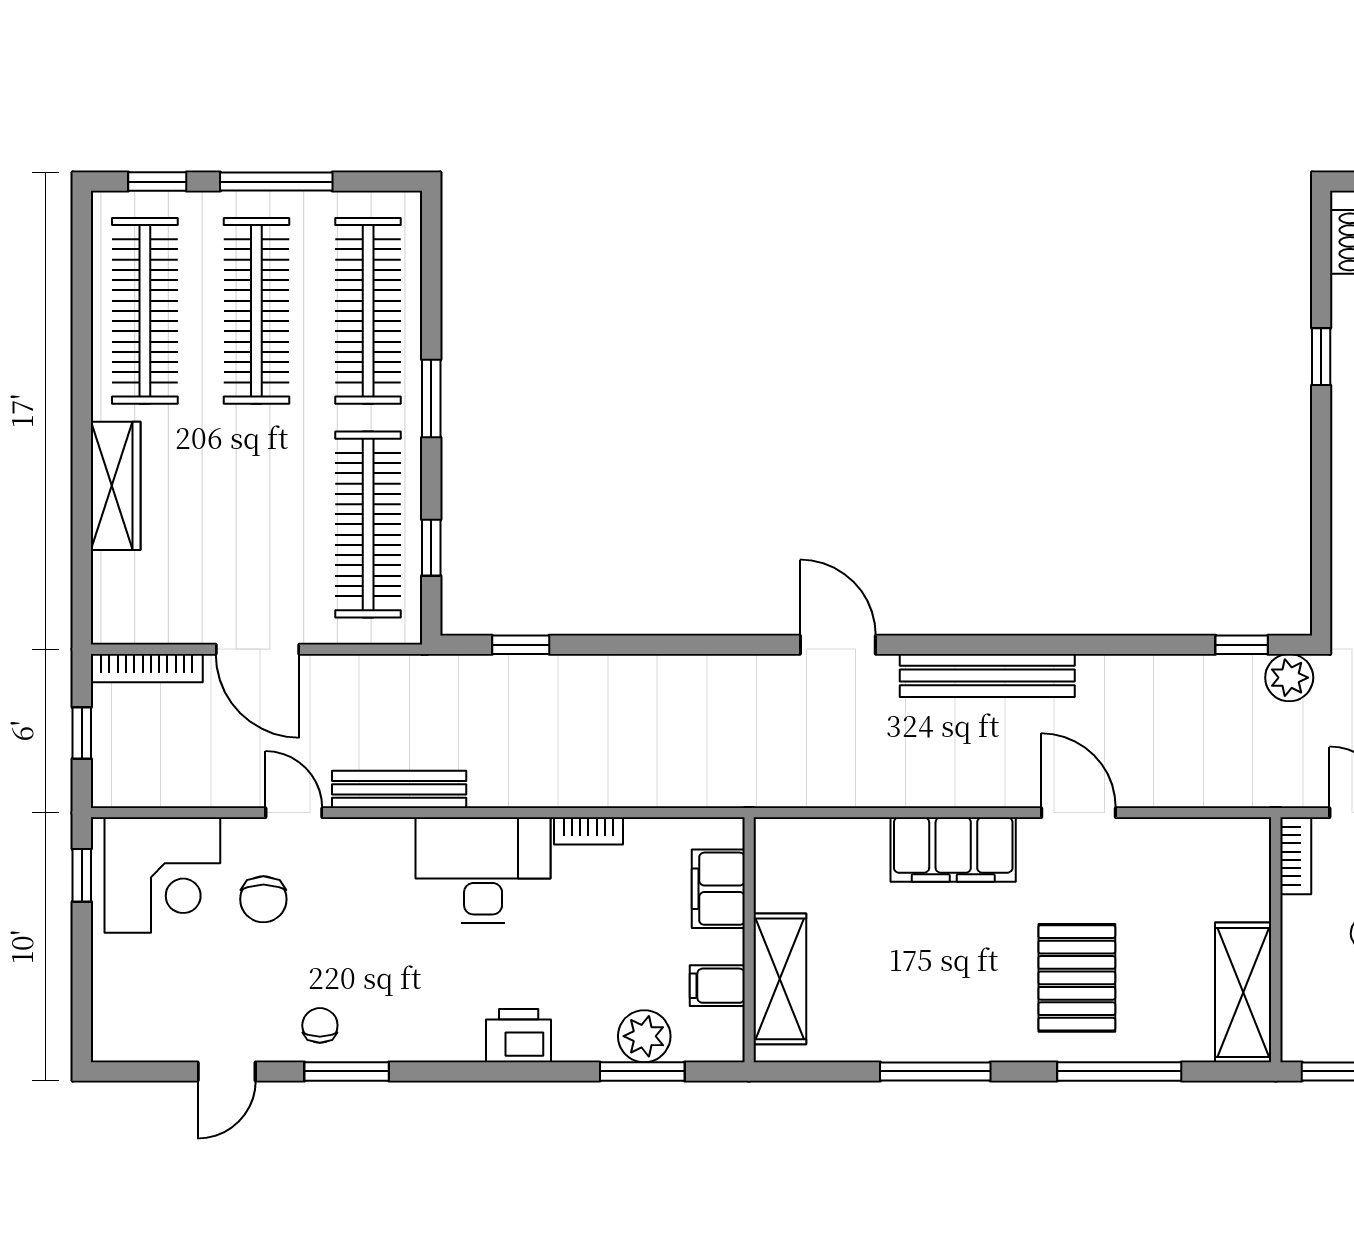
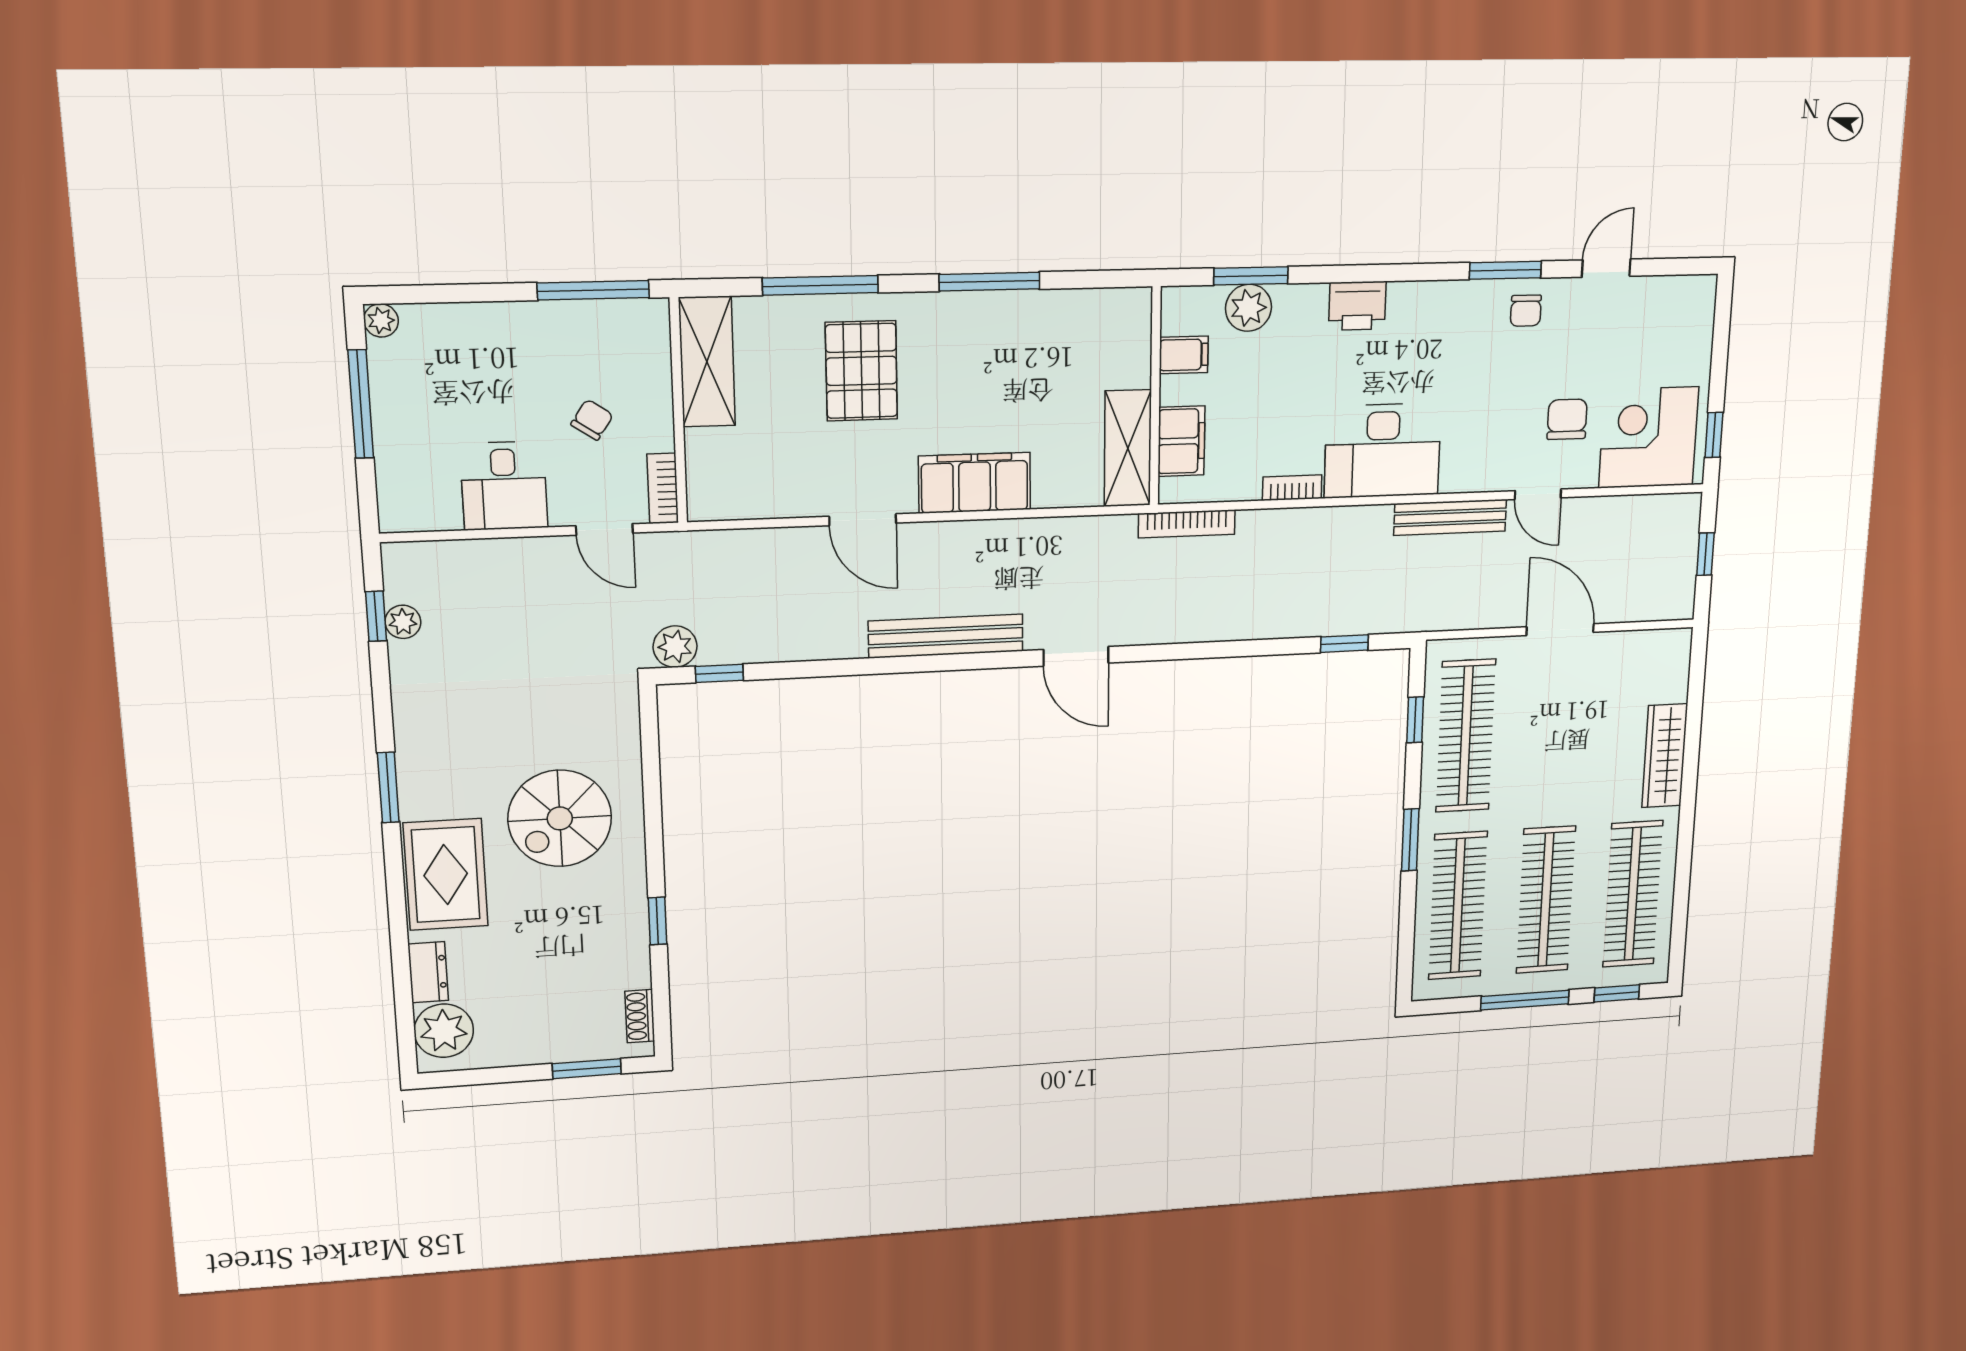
bookcase: (147, 668) -> (1187, 524), moved, turned 180
shelving: (780, 979) -> (1128, 448), moved

